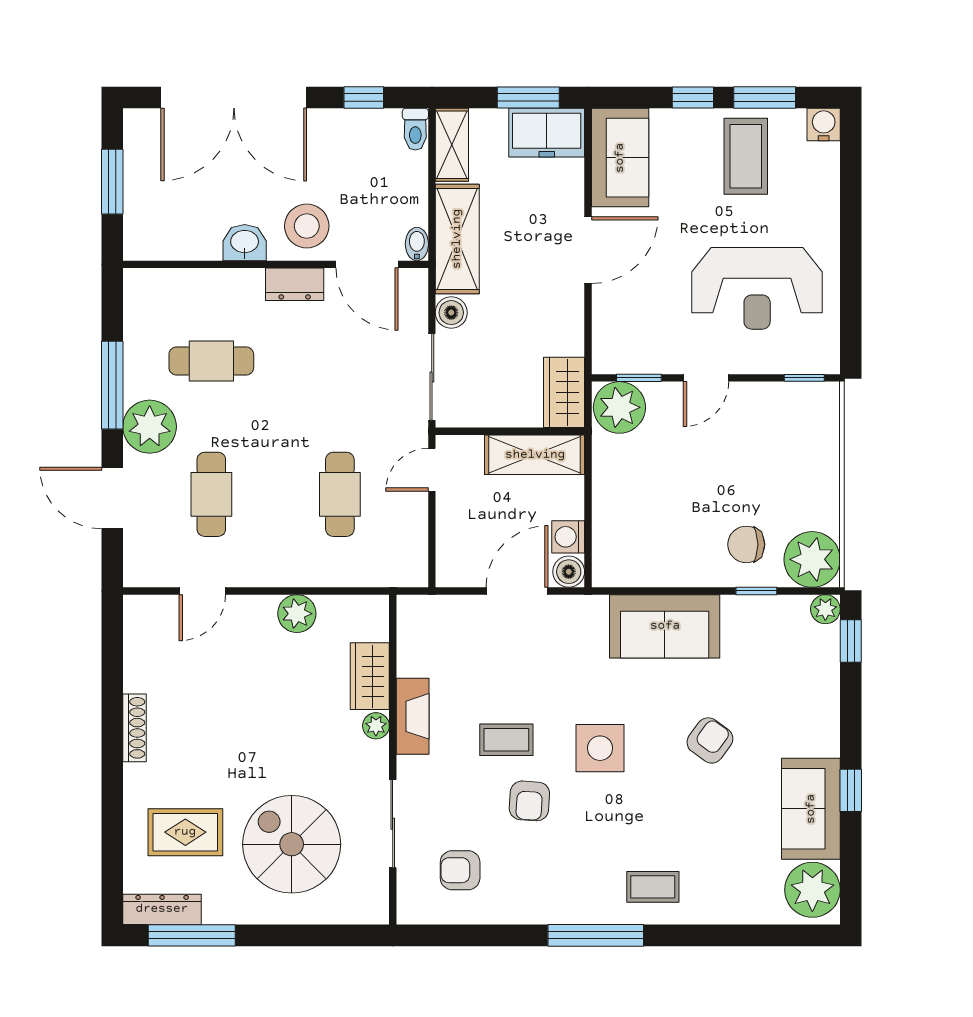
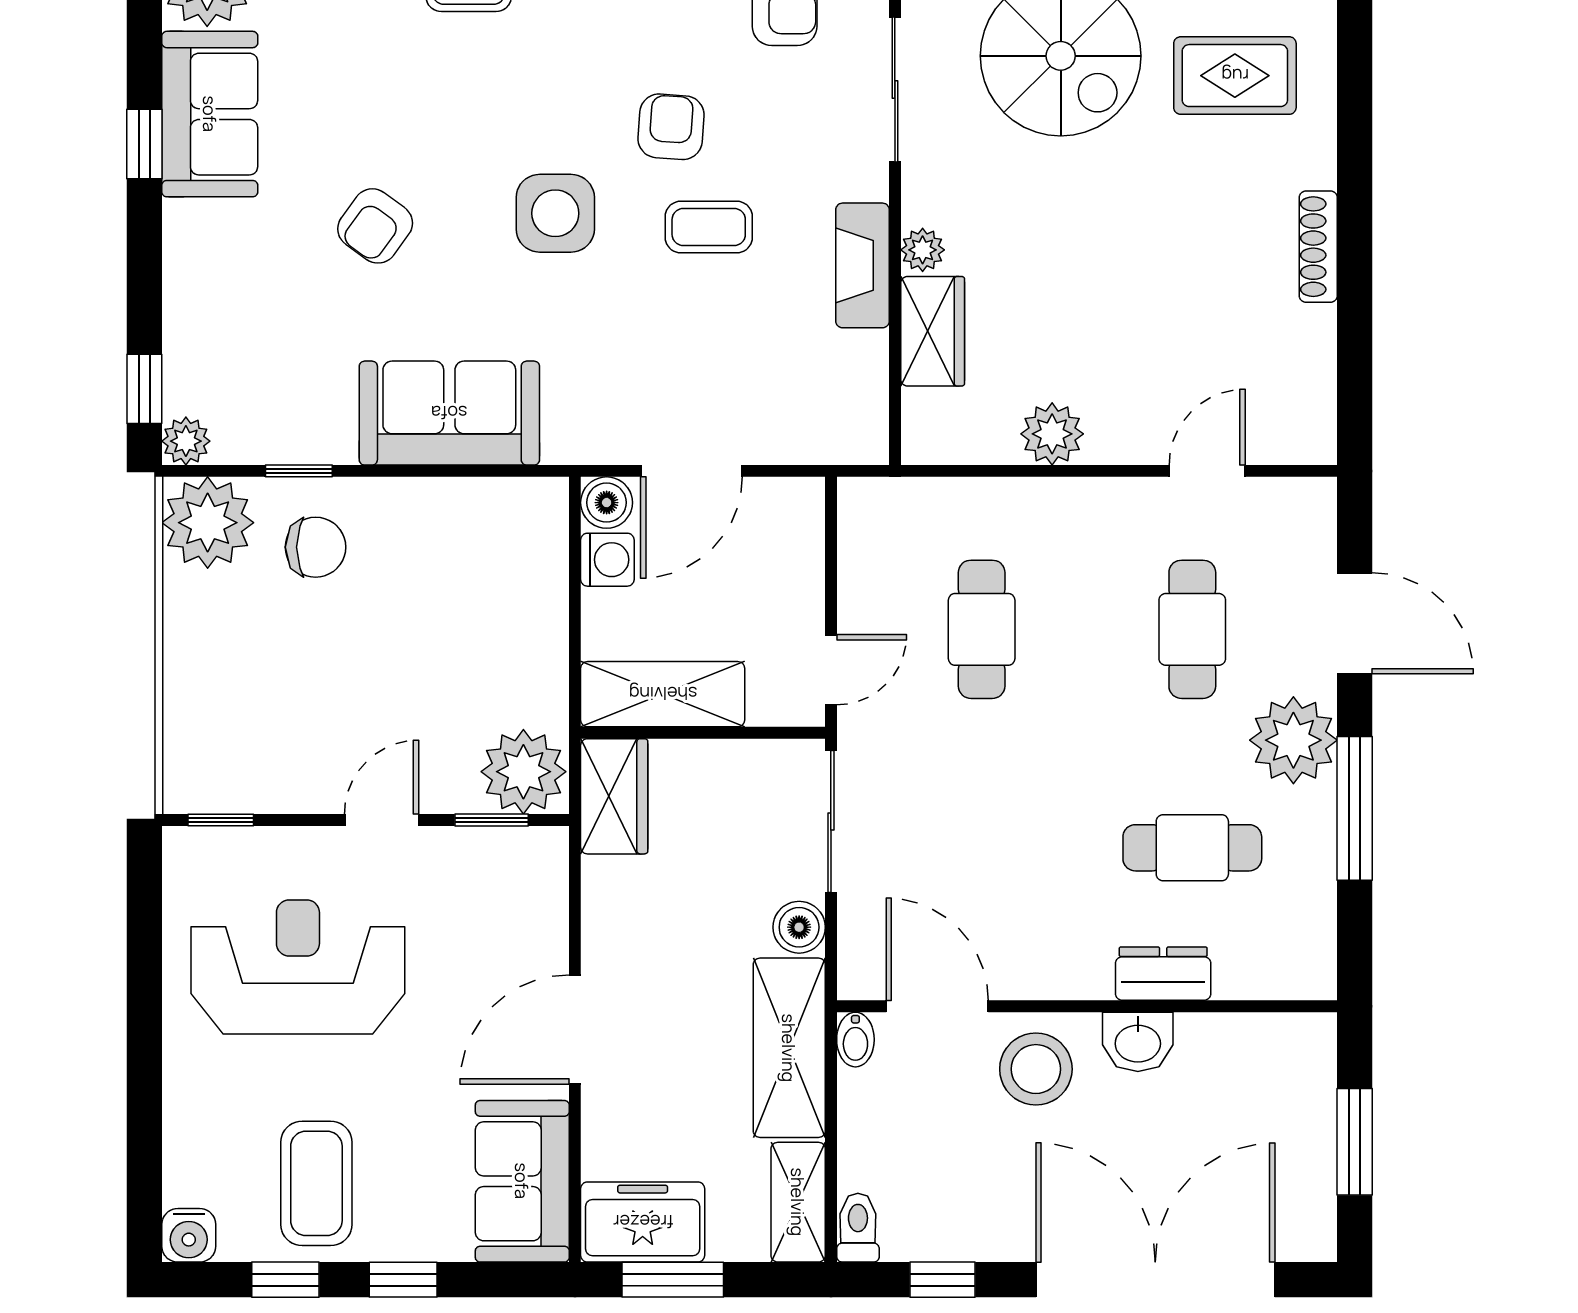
window: (765, 97) -> (285, 1280), width x0.67
dresser: (295, 284) -> (1163, 974), moved

